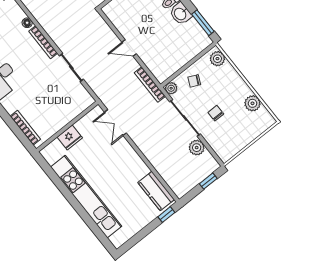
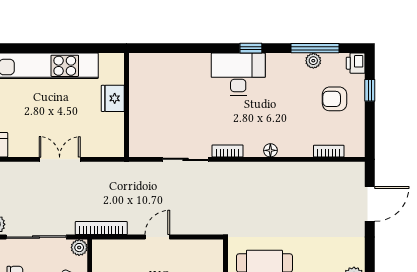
bookcase: (43, 42) -> (228, 151), width x0.64
double door: (115, 123) -> (60, 159), moved
bookcase: (25, 128) -> (161, 59), removed

